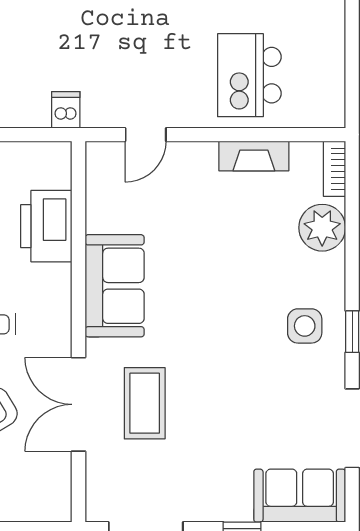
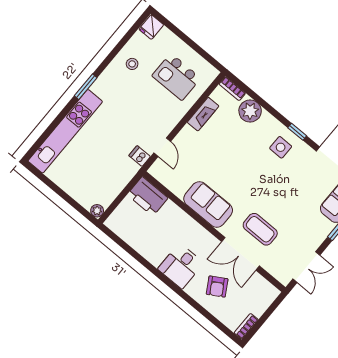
kitchen island: (249, 75) -> (176, 77), moved
dishwasher: (66, 110) -> (140, 156), moved
printer: (46, 226) -> (148, 196), moved

